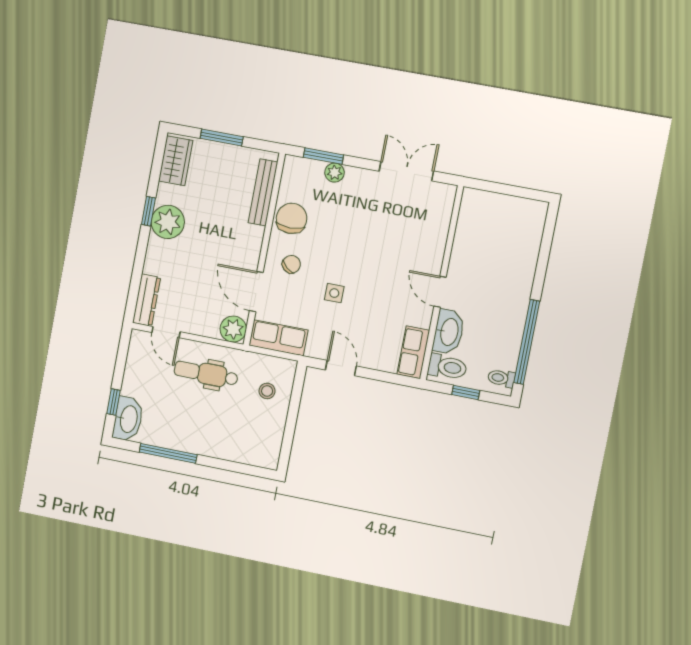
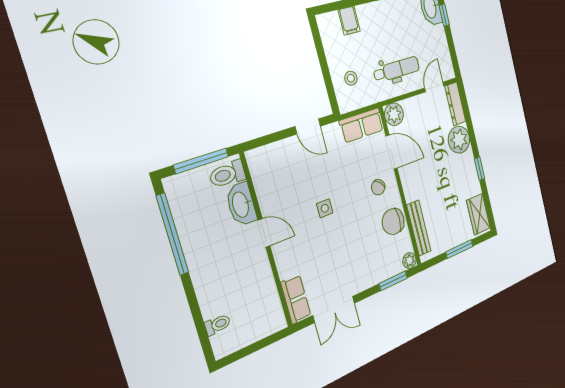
plant: (334, 173) -> (409, 261), moved
chair: (292, 218) -> (393, 222), turned 90
plant: (168, 222) -> (459, 140), moved
side table: (334, 293) -> (325, 208), moved
door: (166, 332) -> (434, 87), hinge flipped
row of seats: (413, 352) -> (296, 299), moved
toilet: (501, 378) -> (218, 325), moved
window: (466, 392) -> (201, 161), width x2.17
filing cabinet: (240, 449) -> (349, 21), added

